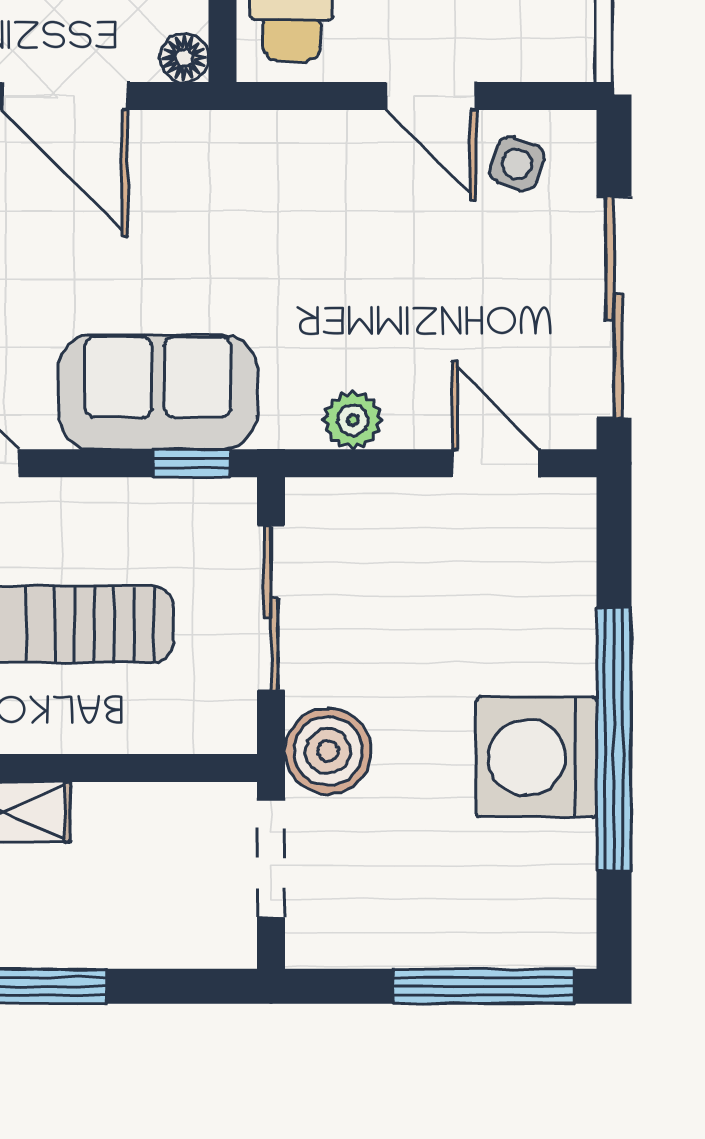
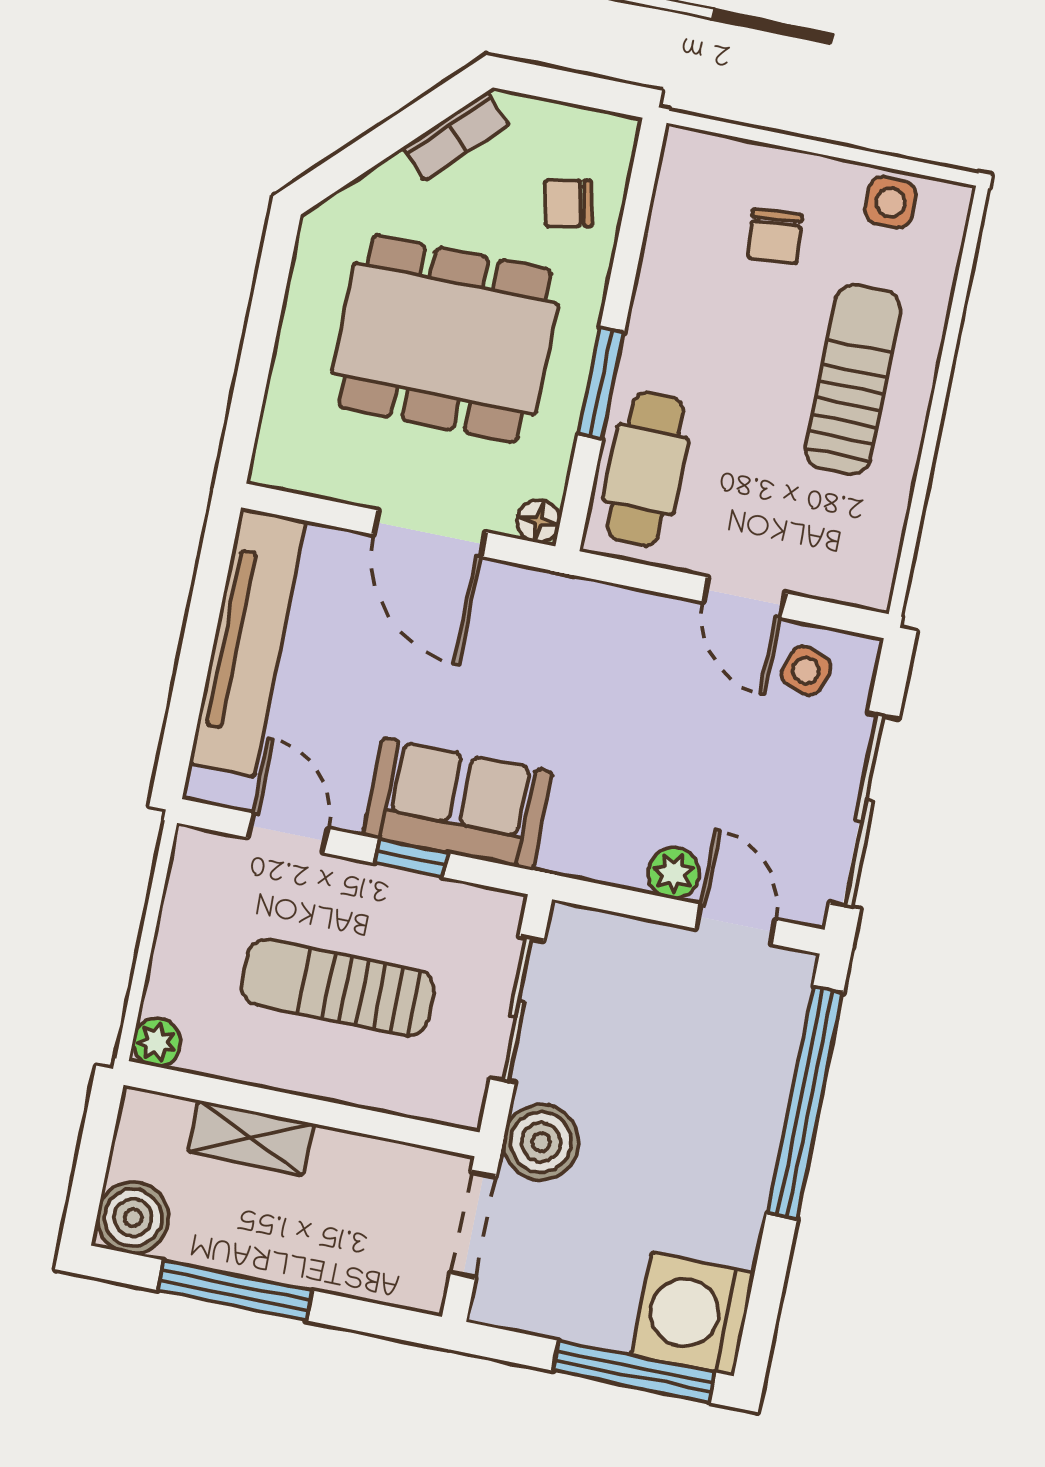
plant: (353, 420) -> (674, 873), moved
window: (192, 463) -> (411, 858), moved
window: (614, 739) -> (805, 1103), moved
washing machine: (536, 757) -> (693, 1314), moved

